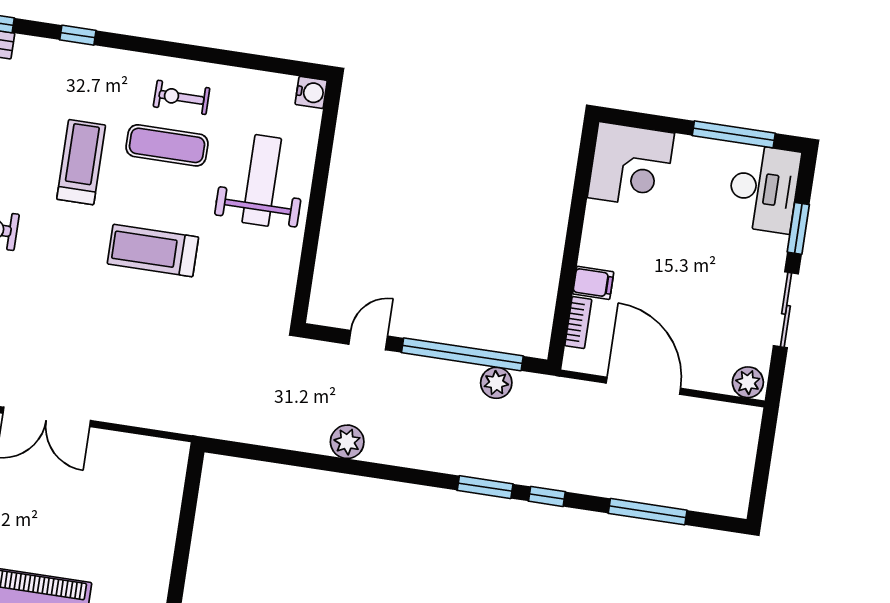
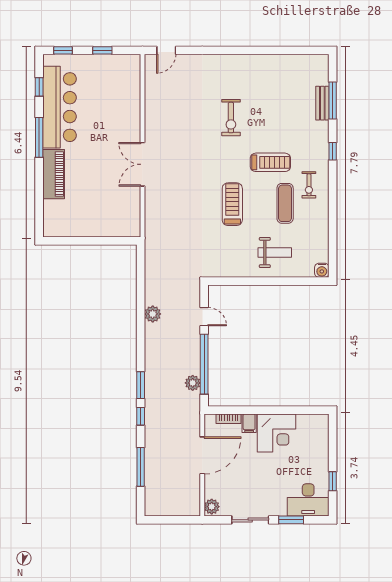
exercise bike: (182, 97) -> (309, 185), moved, turned 180
window: (734, 134) -> (333, 481), width x0.46
corner desk: (631, 165) -> (276, 433), moved, turned -90
weight bench: (262, 180) -> (275, 252), width x0.73, depth x0.75

